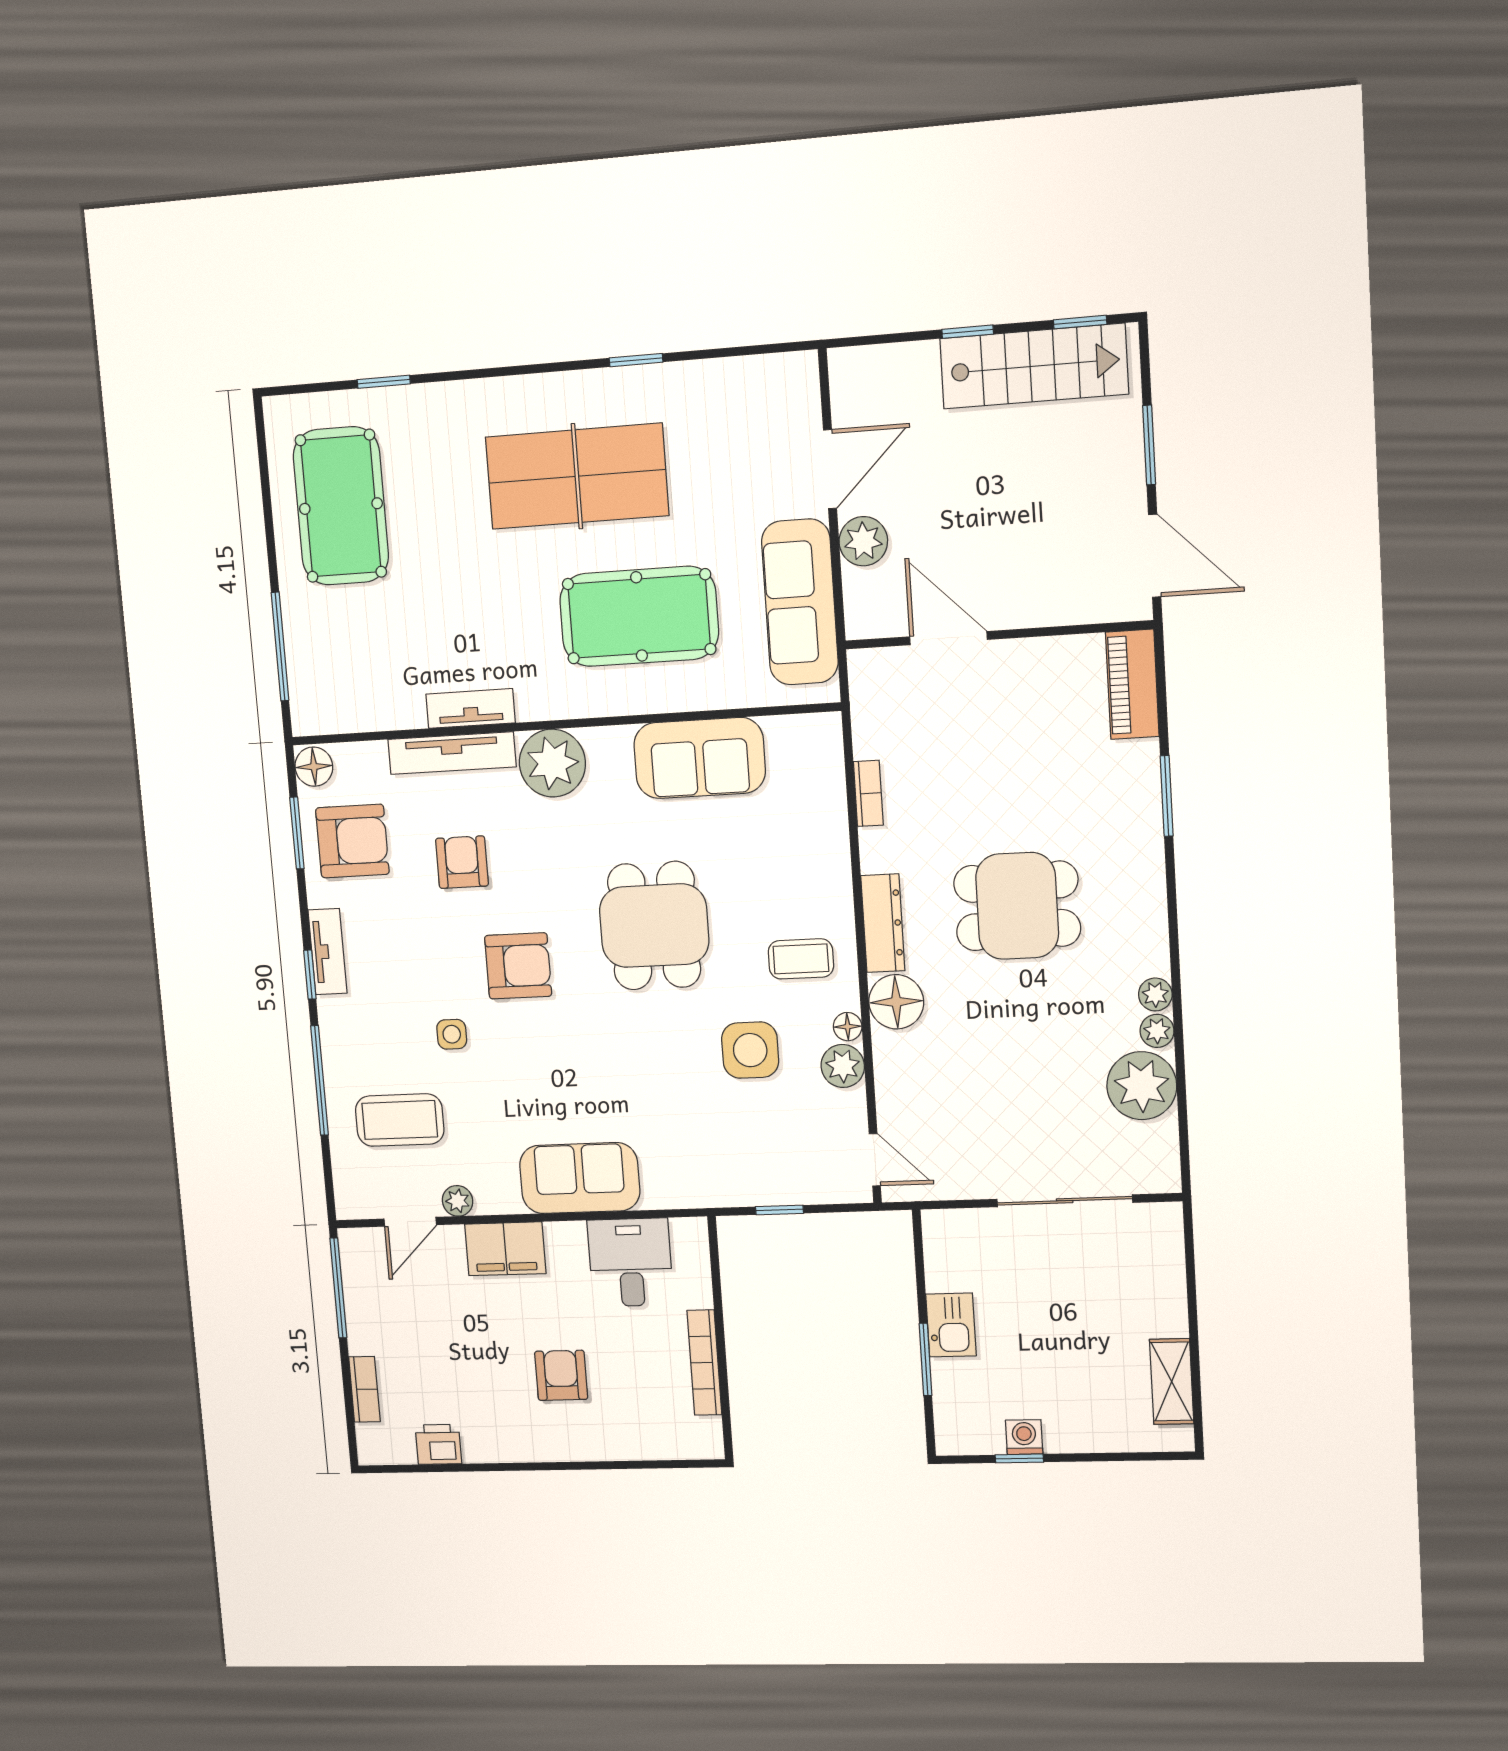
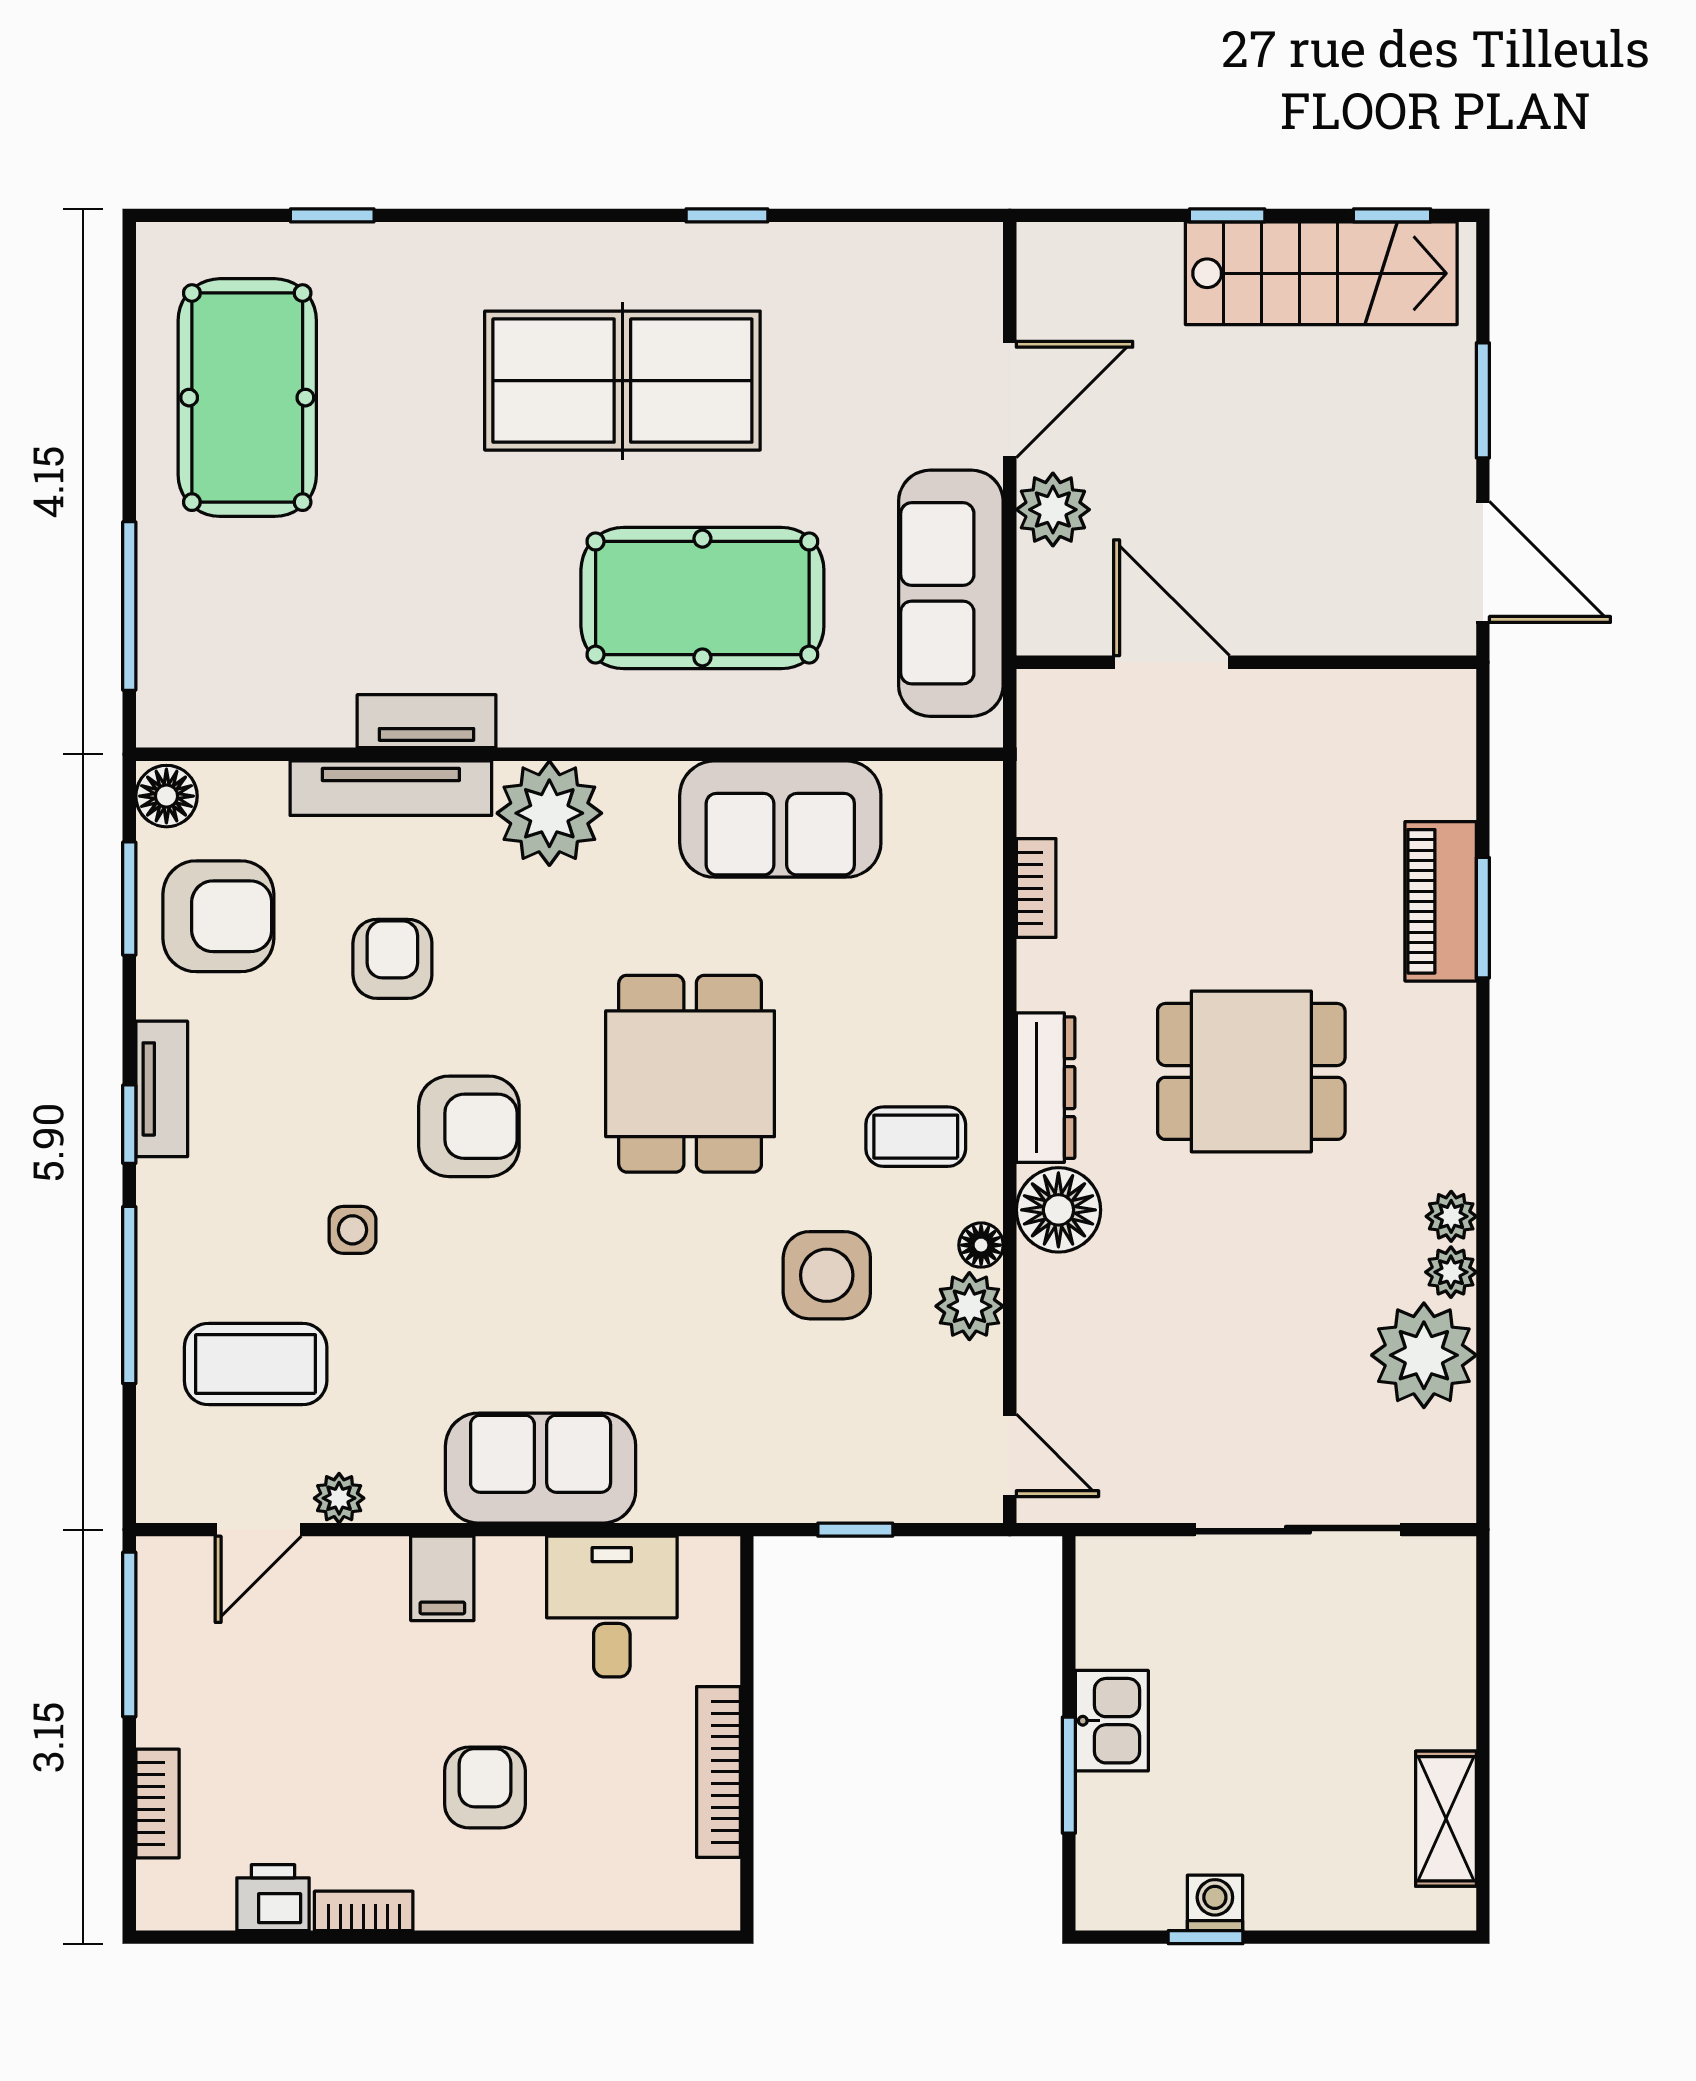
piano: (1132, 684) -> (1441, 901), moved
filing cabinet: (505, 1249) -> (442, 1578), width x0.50
bookcase: (494, 1451) -> (364, 1911), added

